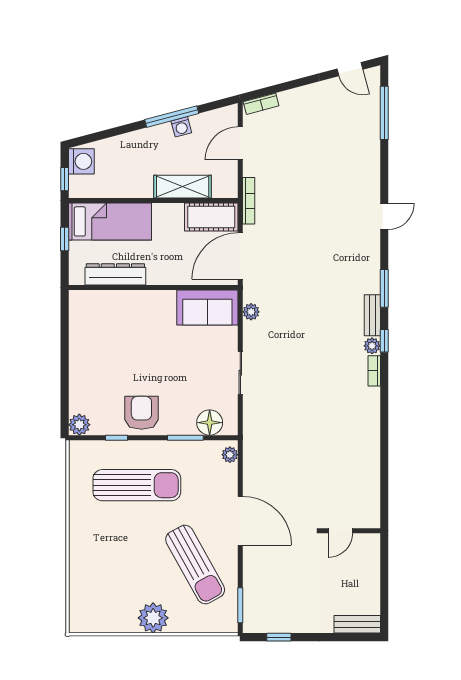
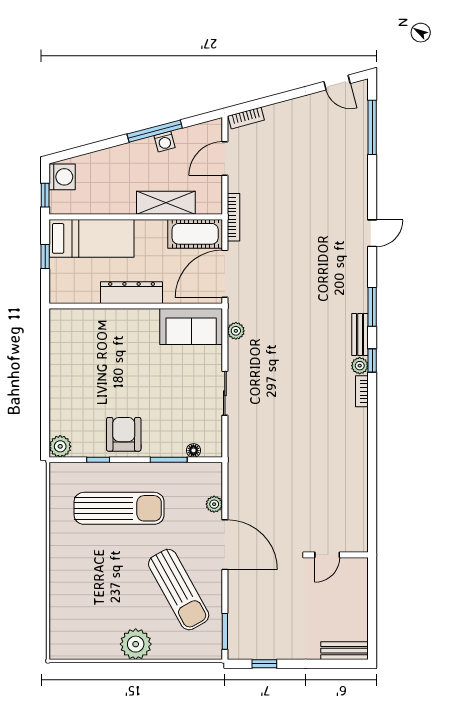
dresser: (115, 274) -> (132, 293), moved
floor lamp: (210, 423) -> (193, 450), width x0.53, depth x0.53
plant: (230, 455) -> (214, 504), moved

